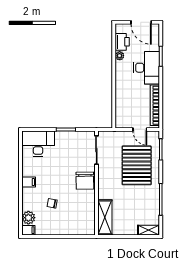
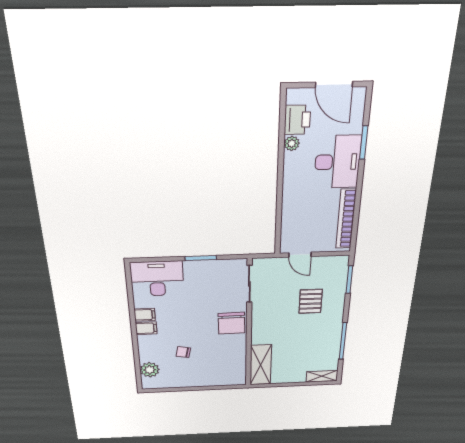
door: (140, 129) -> (300, 255), moved
pallet: (137, 165) -> (311, 301), width x0.49, depth x0.50
filing cabinet: (28, 230) -> (145, 315), moved

